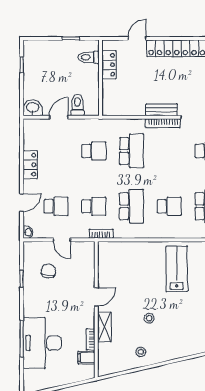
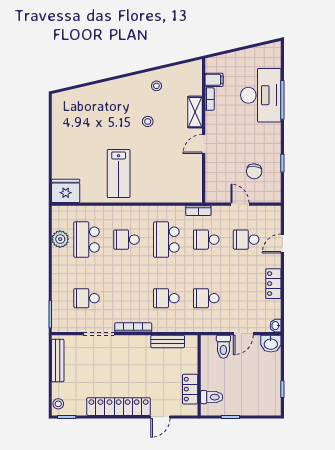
bench: (161, 110) -> (168, 342), moved
school desk: (132, 151) -> (166, 298), width x0.54
washbasin: (28, 232) -> (276, 326), moved

